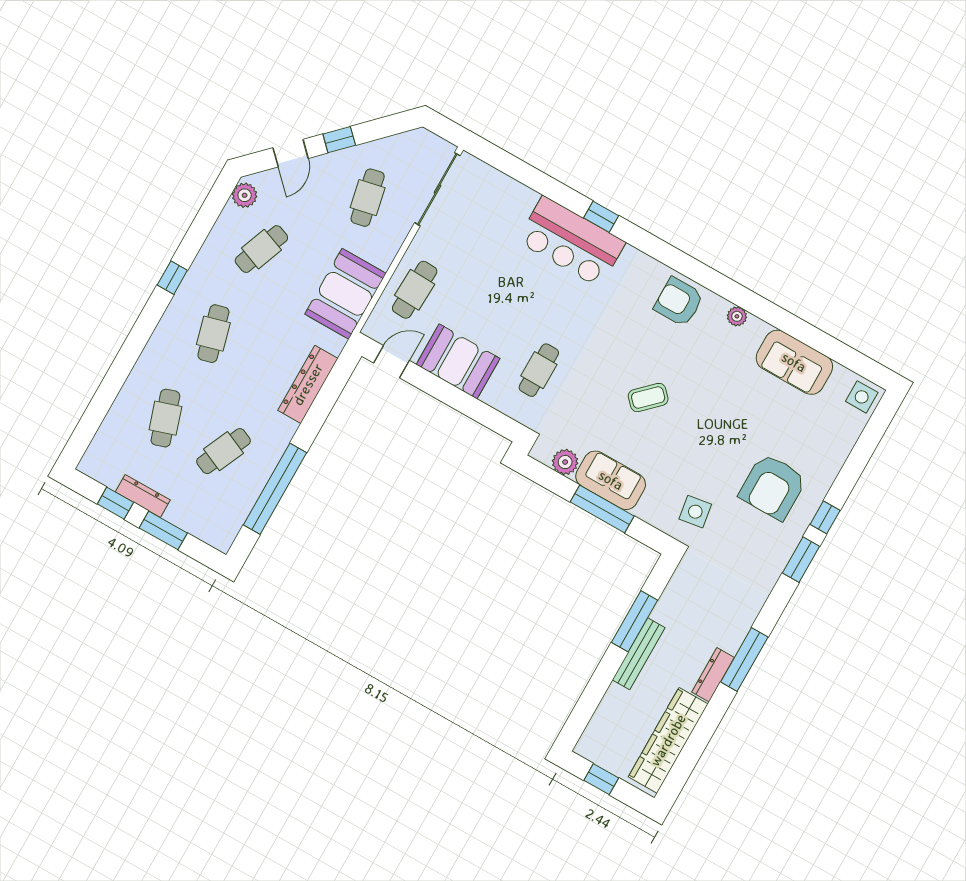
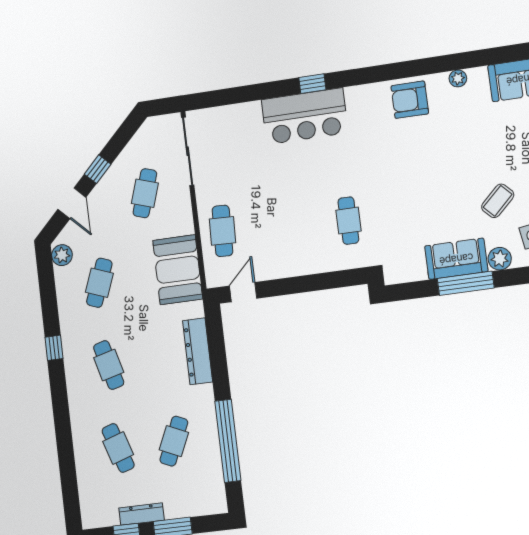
cafe table: (368, 198) -> (145, 193), turned 30
booth: (458, 361) -> (288, 257), removed
coffee table: (648, 398) -> (498, 201), moved
plant: (565, 462) -> (500, 259), moved

